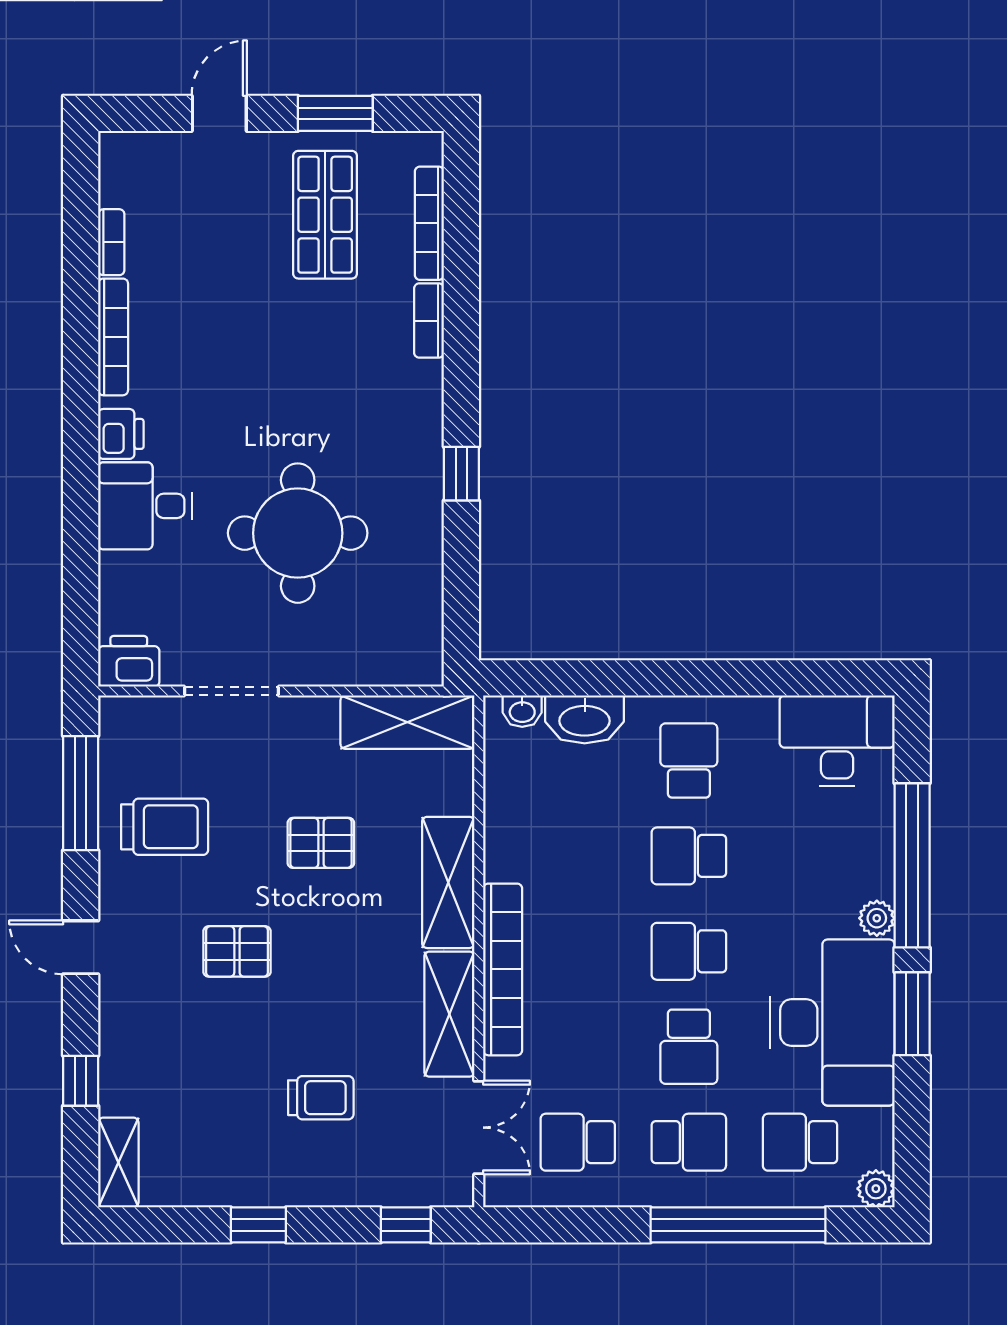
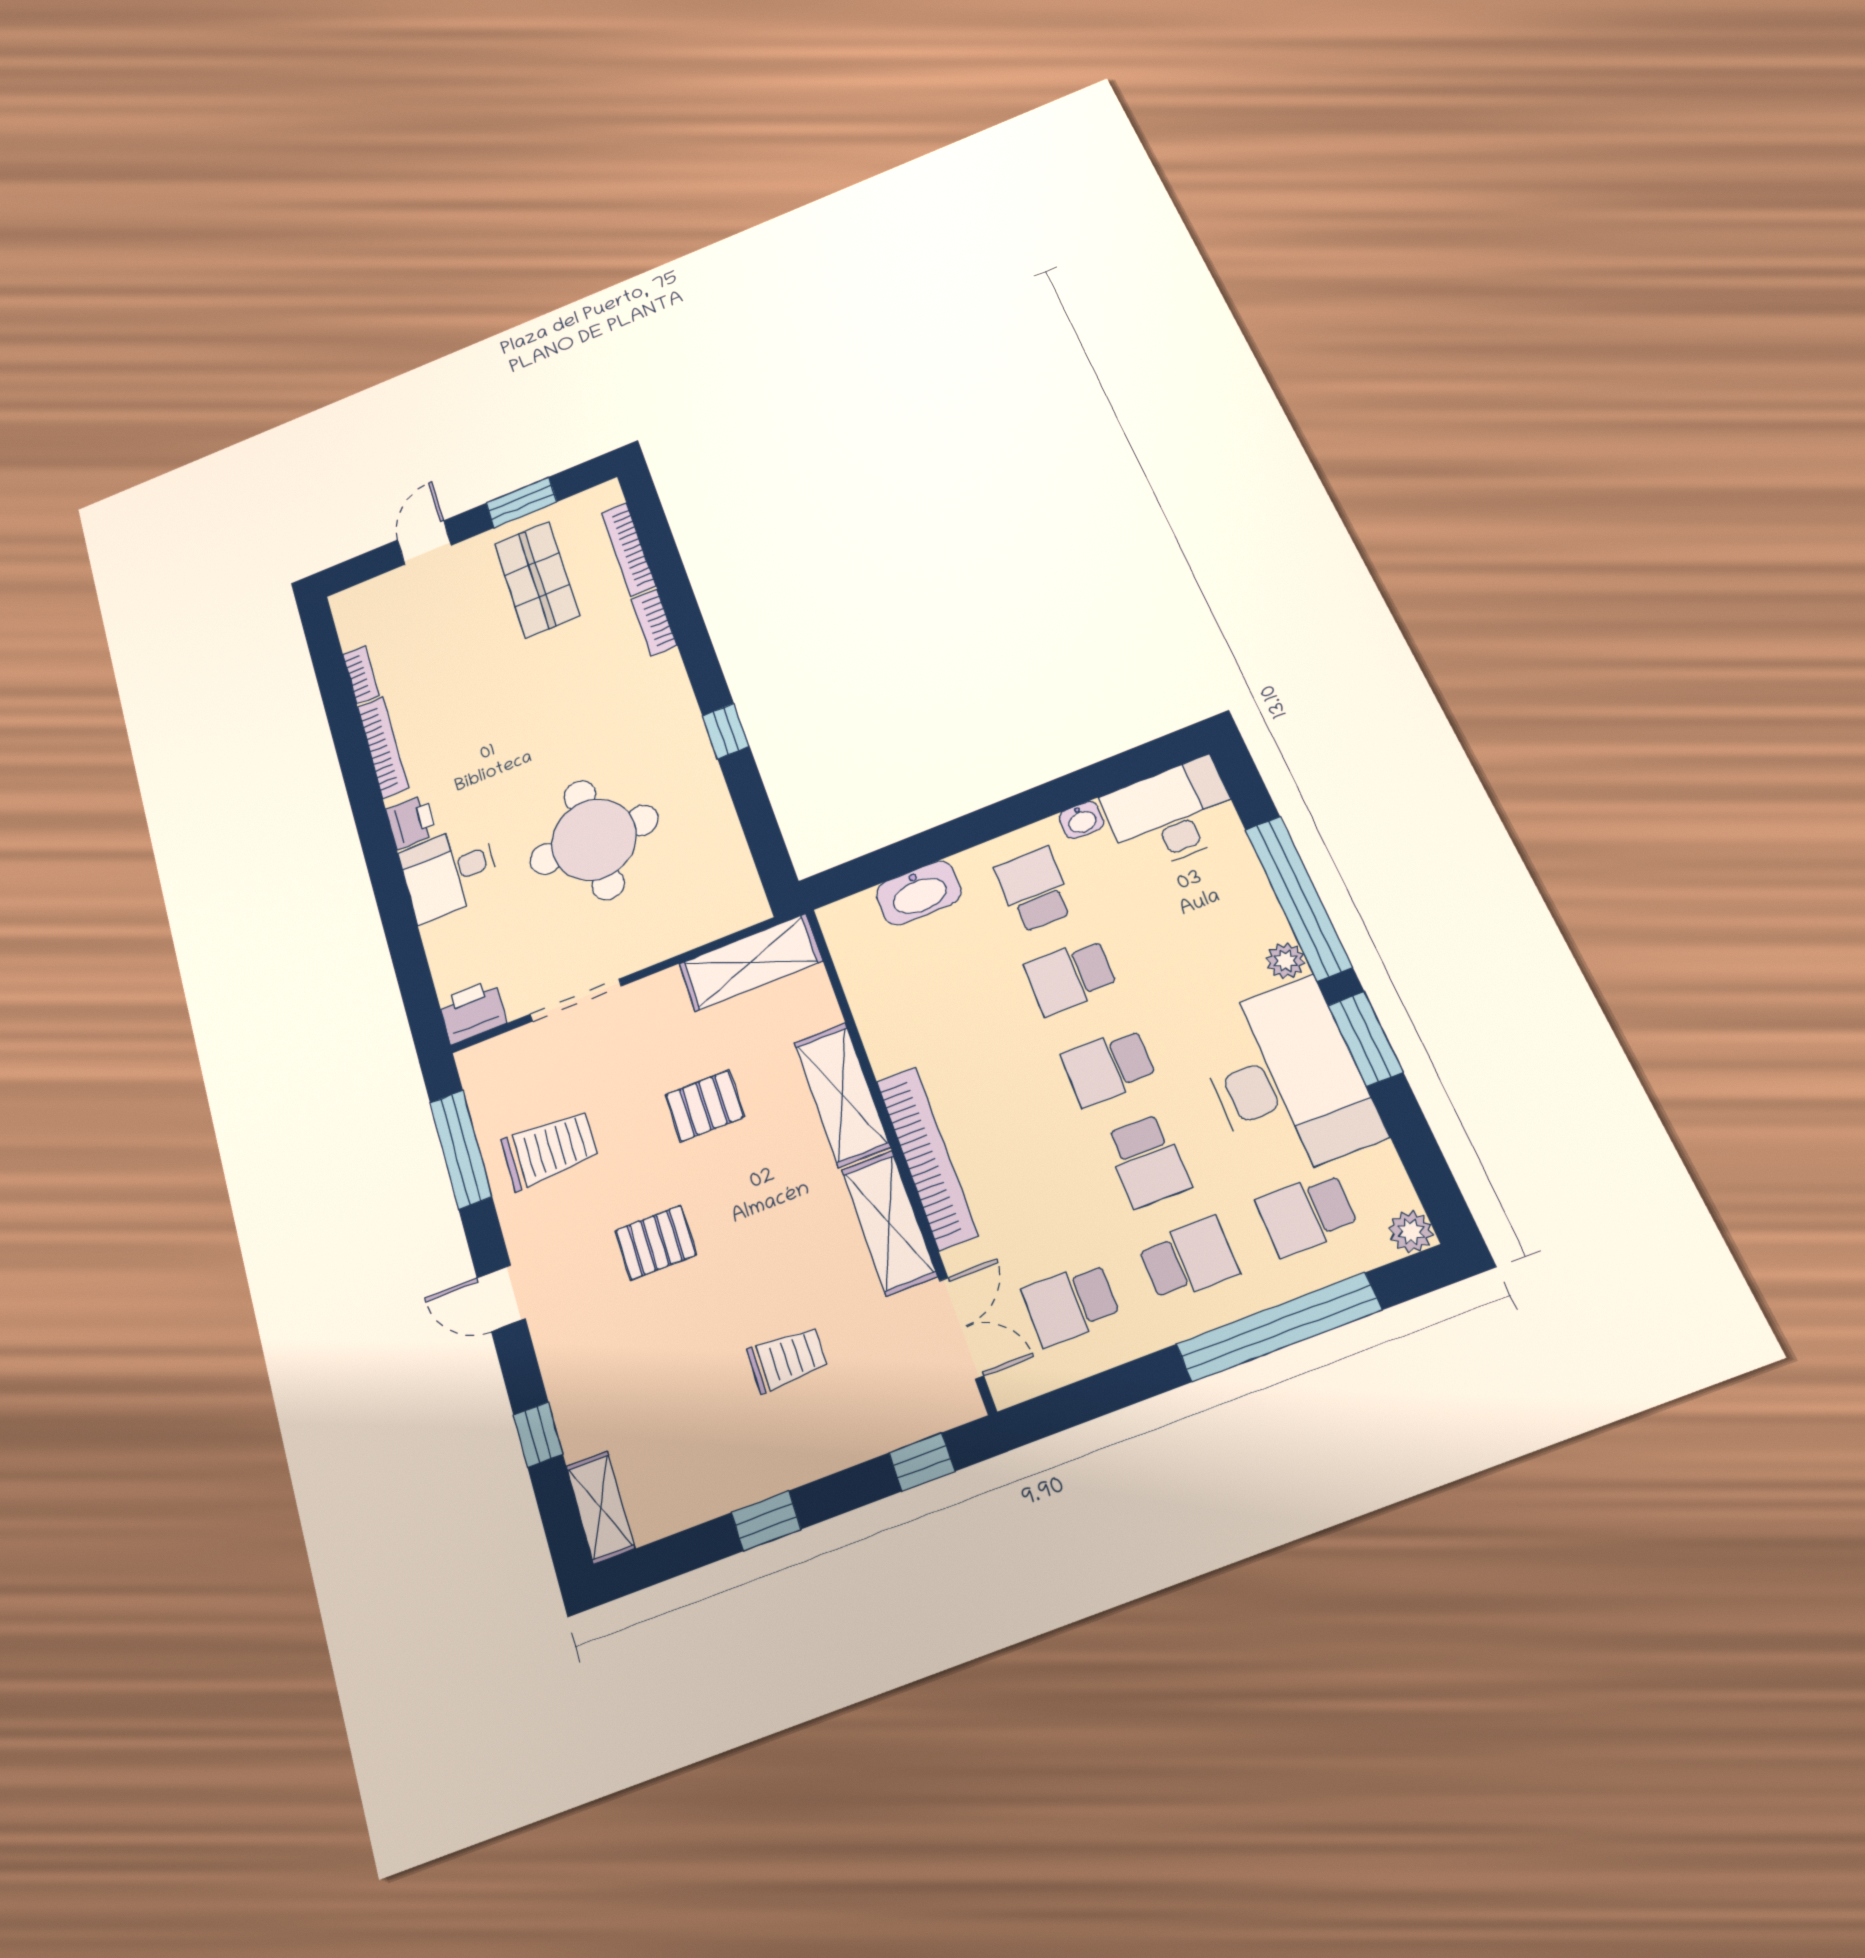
washbasin: (522, 711) -> (1081, 820), moved

